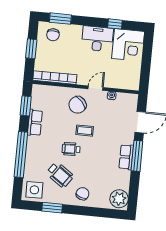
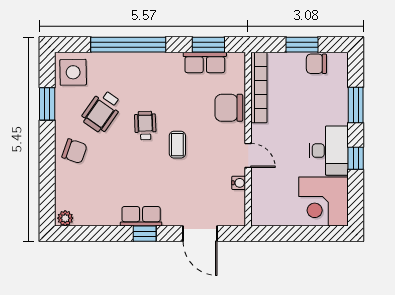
window: (60, 19) -> (356, 105), moved
window: (115, 24) -> (356, 158), moved
chair: (53, 35) -> (316, 64), moved
chair: (78, 105) -> (229, 108), moved, turned -47
row of seats: (35, 123) -> (205, 62), moved
window: (137, 156) -> (145, 234), width x0.46
plant: (119, 199) -> (65, 218), width x0.53, depth x0.53

